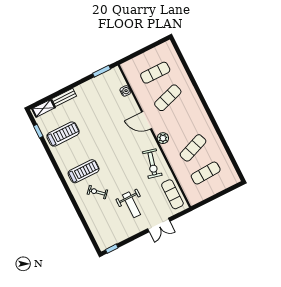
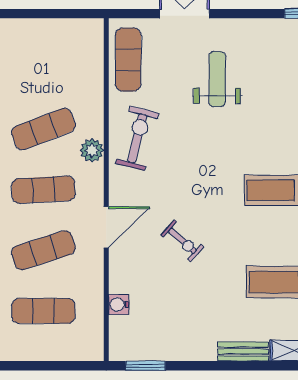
door: (147, 120) -> (106, 227), hinge flipped
plant: (163, 138) -> (92, 150), moved
exercise mat: (206, 173) -> (43, 190), moved
exercise bike: (97, 192) -> (182, 241), moved

